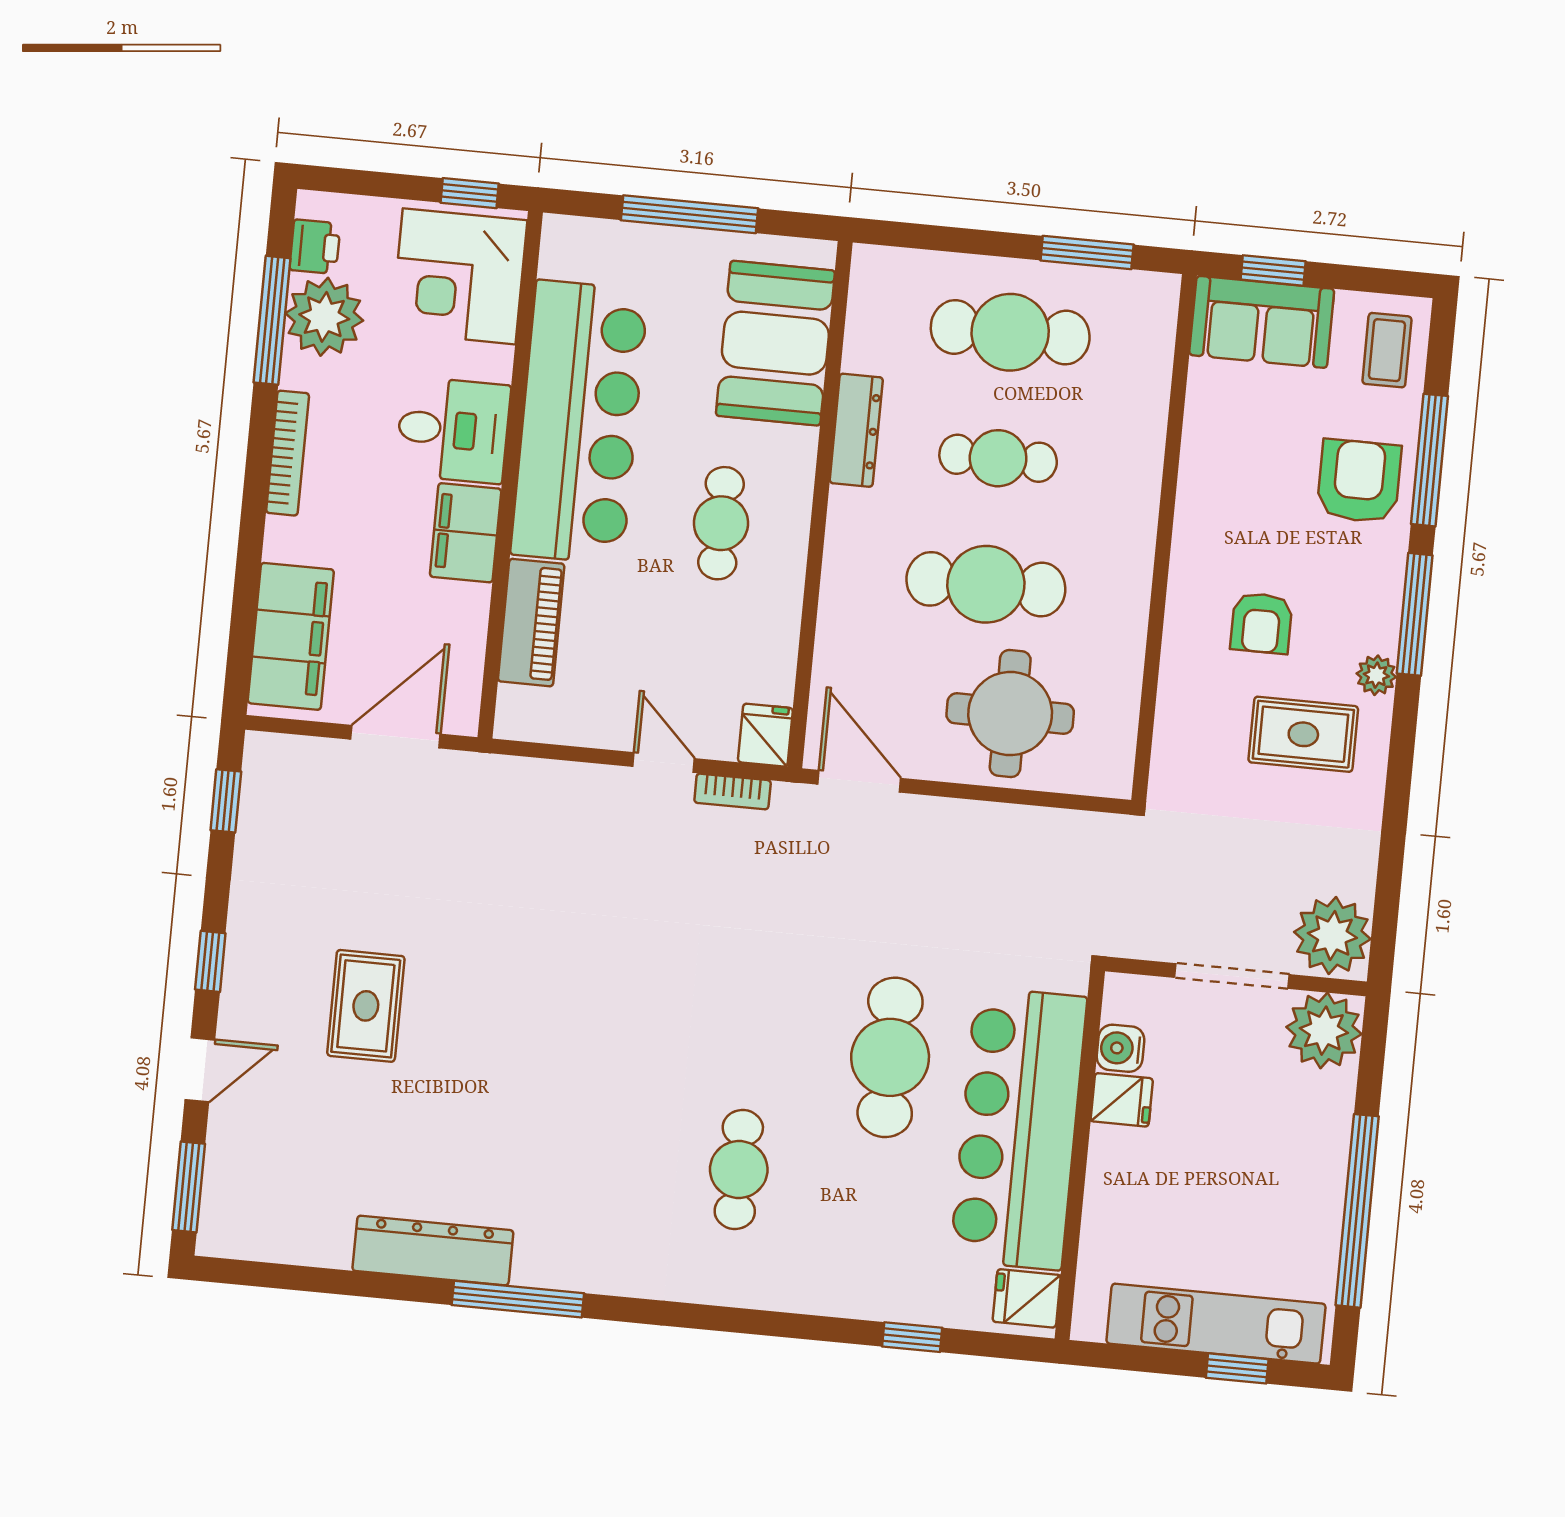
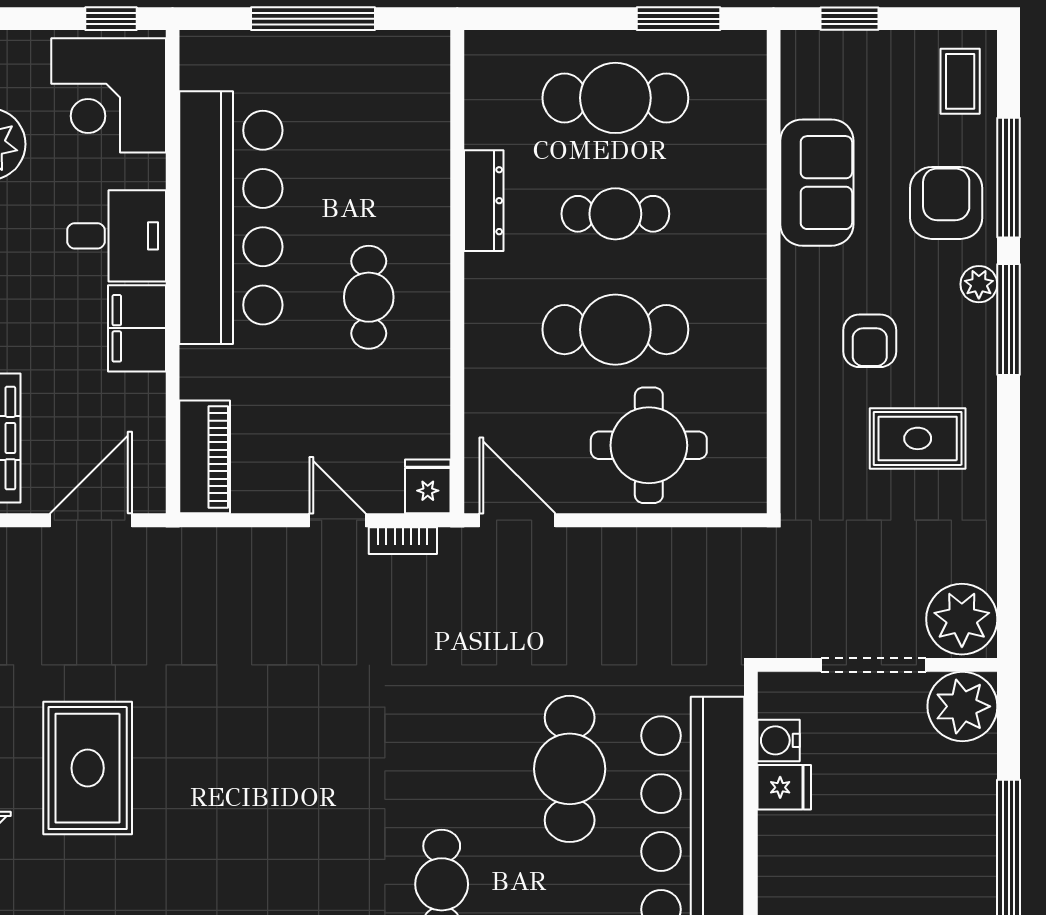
sofa: (1262, 322) -> (817, 183), moved, turned -90
booth: (775, 343) -> (403, 128), removed
piano: (531, 623) -> (205, 457), moved
plant: (1376, 675) -> (979, 284), moved
rug: (366, 1006) -> (88, 768), width x1.36, depth x1.43

